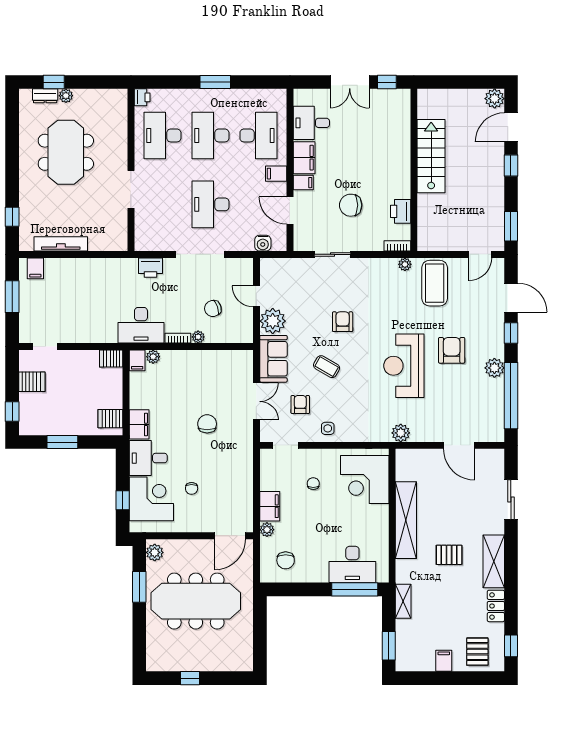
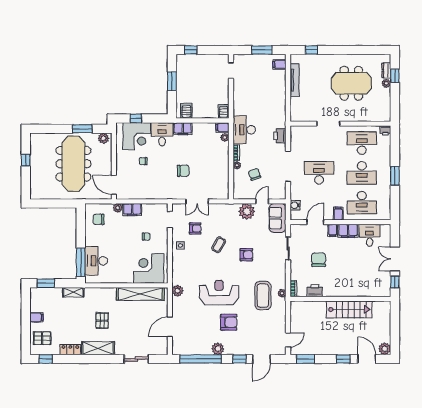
desk: (210, 135) -> (362, 173), turned 180
door: (480, 254) -> (288, 340), swing flipped
coffee table: (435, 283) -> (263, 296), moved, turned 90
sofa: (273, 359) -> (278, 218), moved, turned 90
server rack: (32, 382) -> (209, 62), removed
shelving: (406, 520) -> (140, 294), moved

